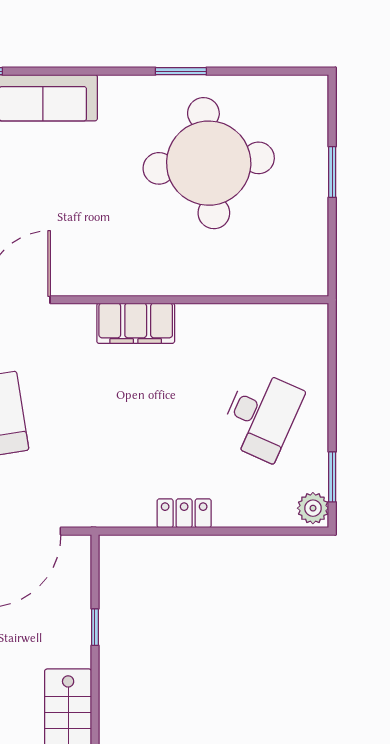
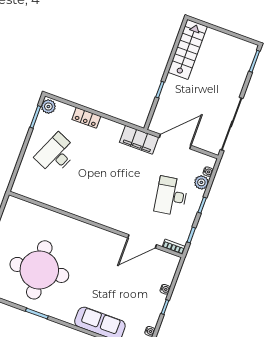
filing cabinet: (136, 323) -> (139, 140), moved, turned 180
locker: (184, 513) -> (86, 118), moved

